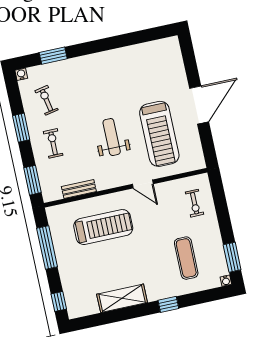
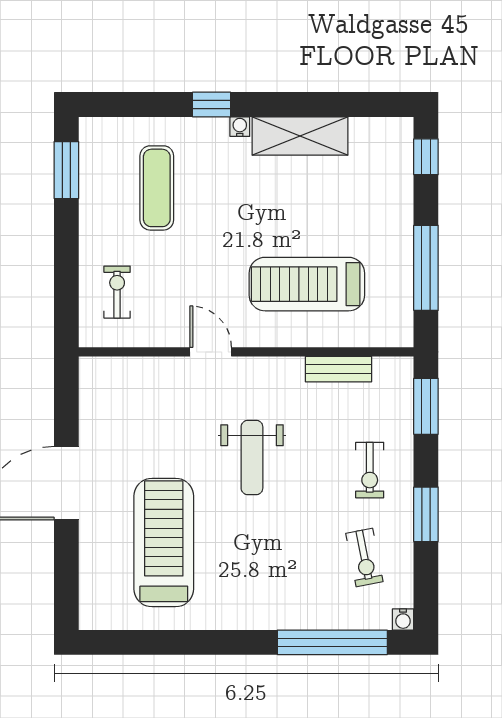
window: (53, 56) -> (332, 642), width x2.11
treadmill: (159, 134) -> (164, 543), moved
water cooler: (226, 281) -> (240, 127), moved

